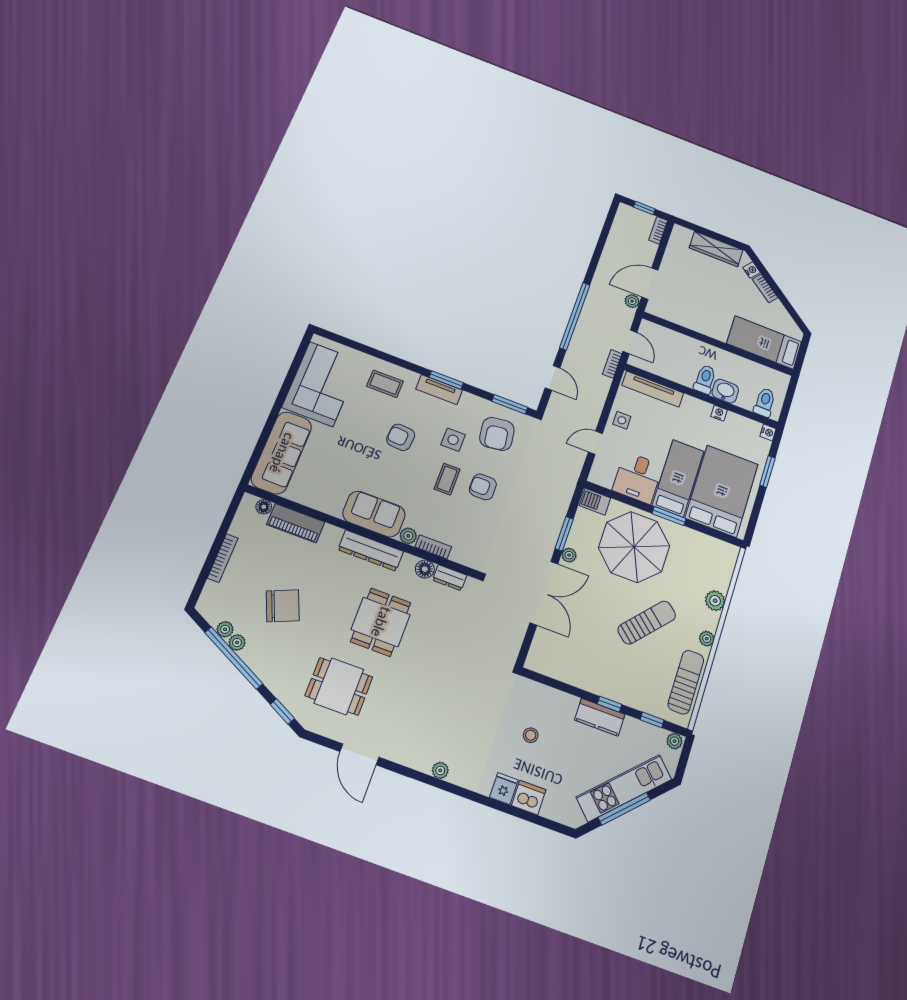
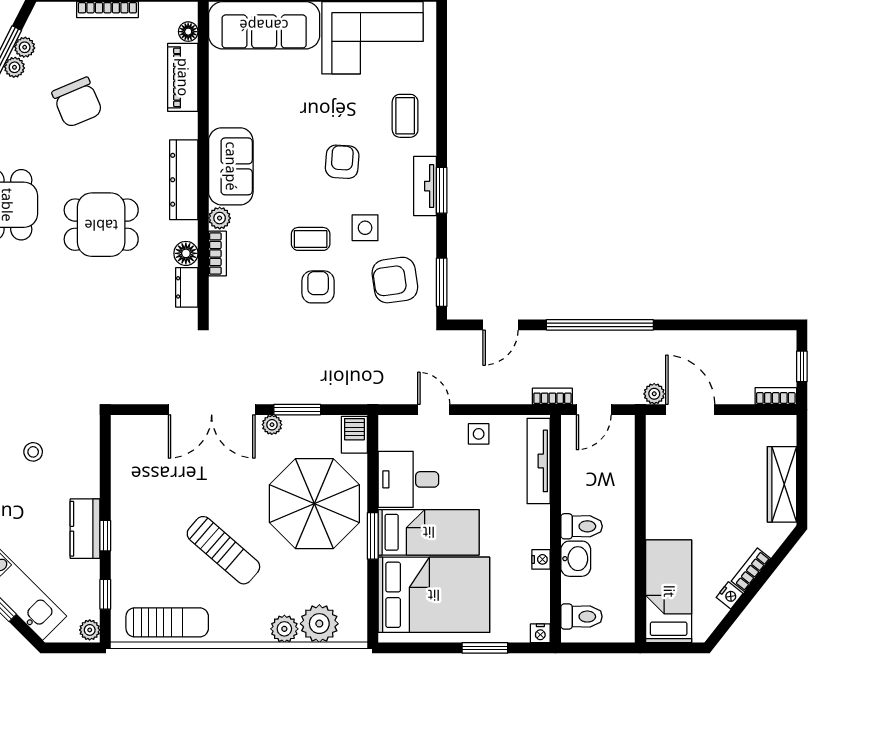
nightstand: (752, 270) -> (730, 595), moved
plant: (707, 639) -> (319, 624), moved, width x1.88, depth x1.88

